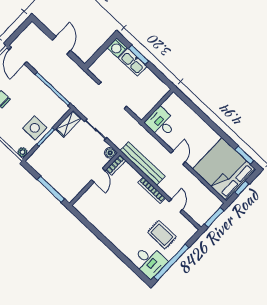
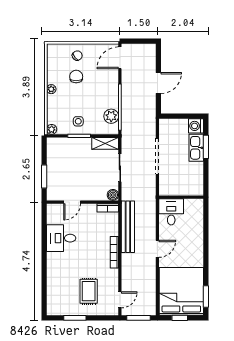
plant: (53, 101) -> (111, 116), added
side table: (35, 128) -> (78, 121), width x0.54, depth x0.54
door: (98, 175) -> (72, 202), moved
window: (51, 189) -> (44, 177), width x0.69
door: (176, 206) -> (120, 300), moved
desk: (150, 261) -> (61, 238), moved, turned 90
window: (172, 262) -> (75, 318), width x0.47

